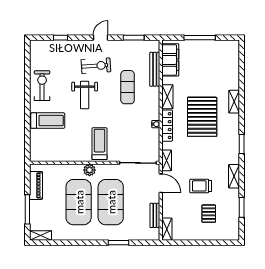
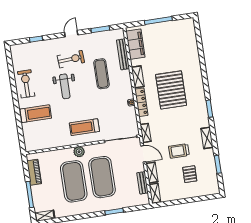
shelving: (234, 102) -> (152, 173), moved
treadmill: (100, 144) -> (84, 127), turned -90

